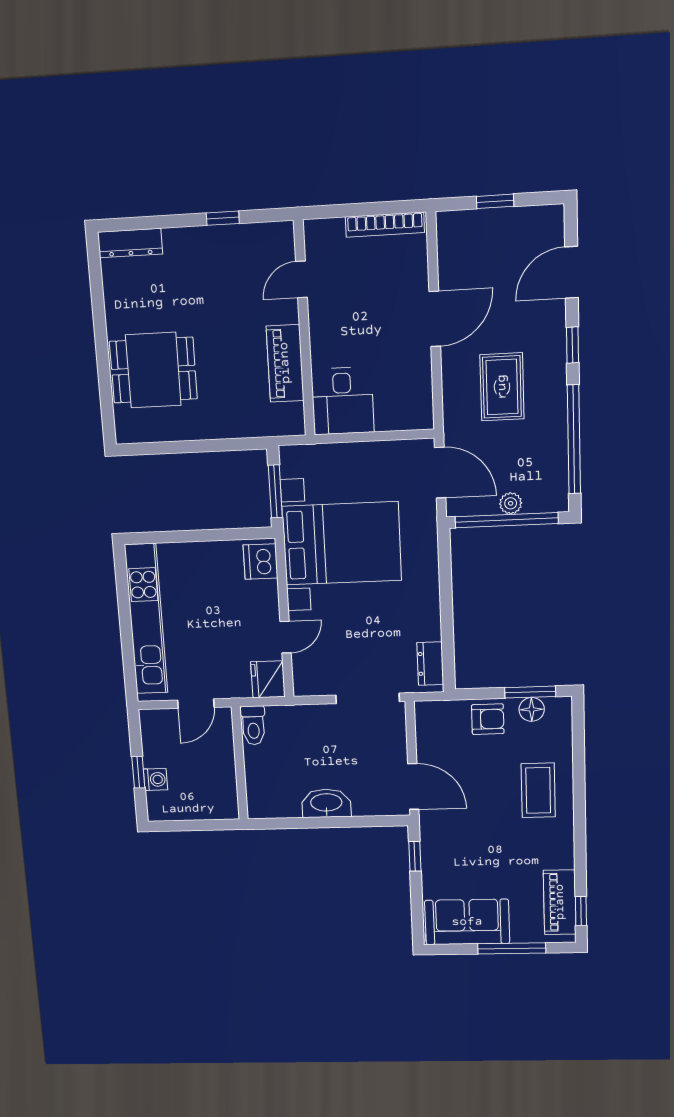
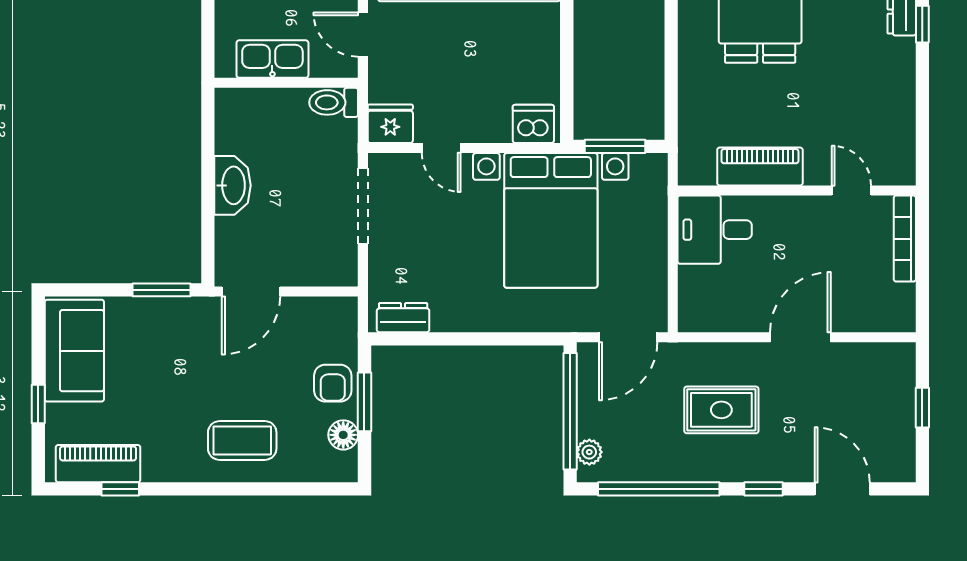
window: (223, 218) -> (922, 24), moved
bookcase: (385, 225) -> (905, 239), moved
door: (435, 319) -> (800, 337), swing flipped
plant: (511, 503) -> (589, 452), moved
window: (530, 692) -> (364, 402), moved
doorway: (368, 698) -> (363, 206), moved
kitchen sink: (221, 775) -> (272, 59), added
window: (415, 856) -> (162, 290), width x1.50
window: (581, 911) -> (120, 489), moved
window: (512, 948) -> (38, 404), width x0.46

